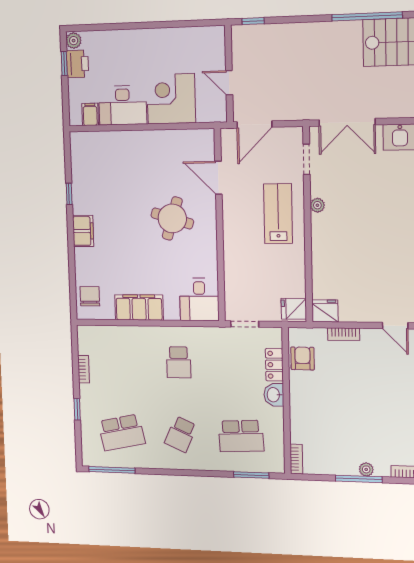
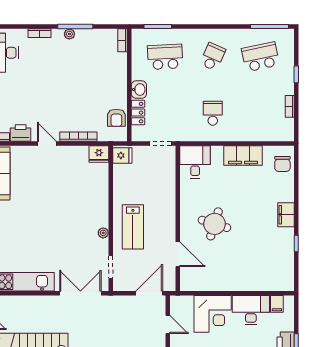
bookcase: (344, 334) -> (78, 137), width x1.56

